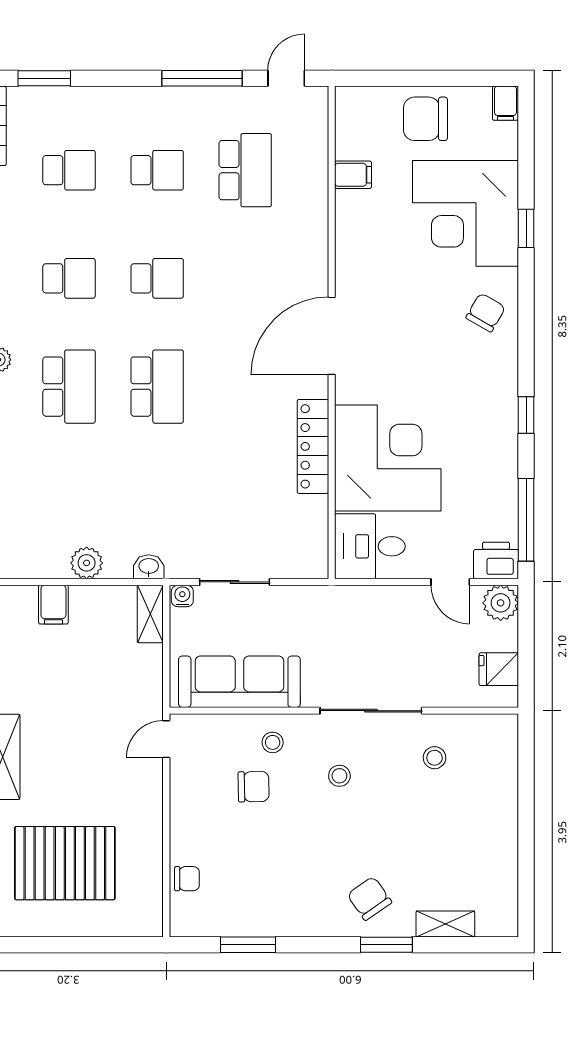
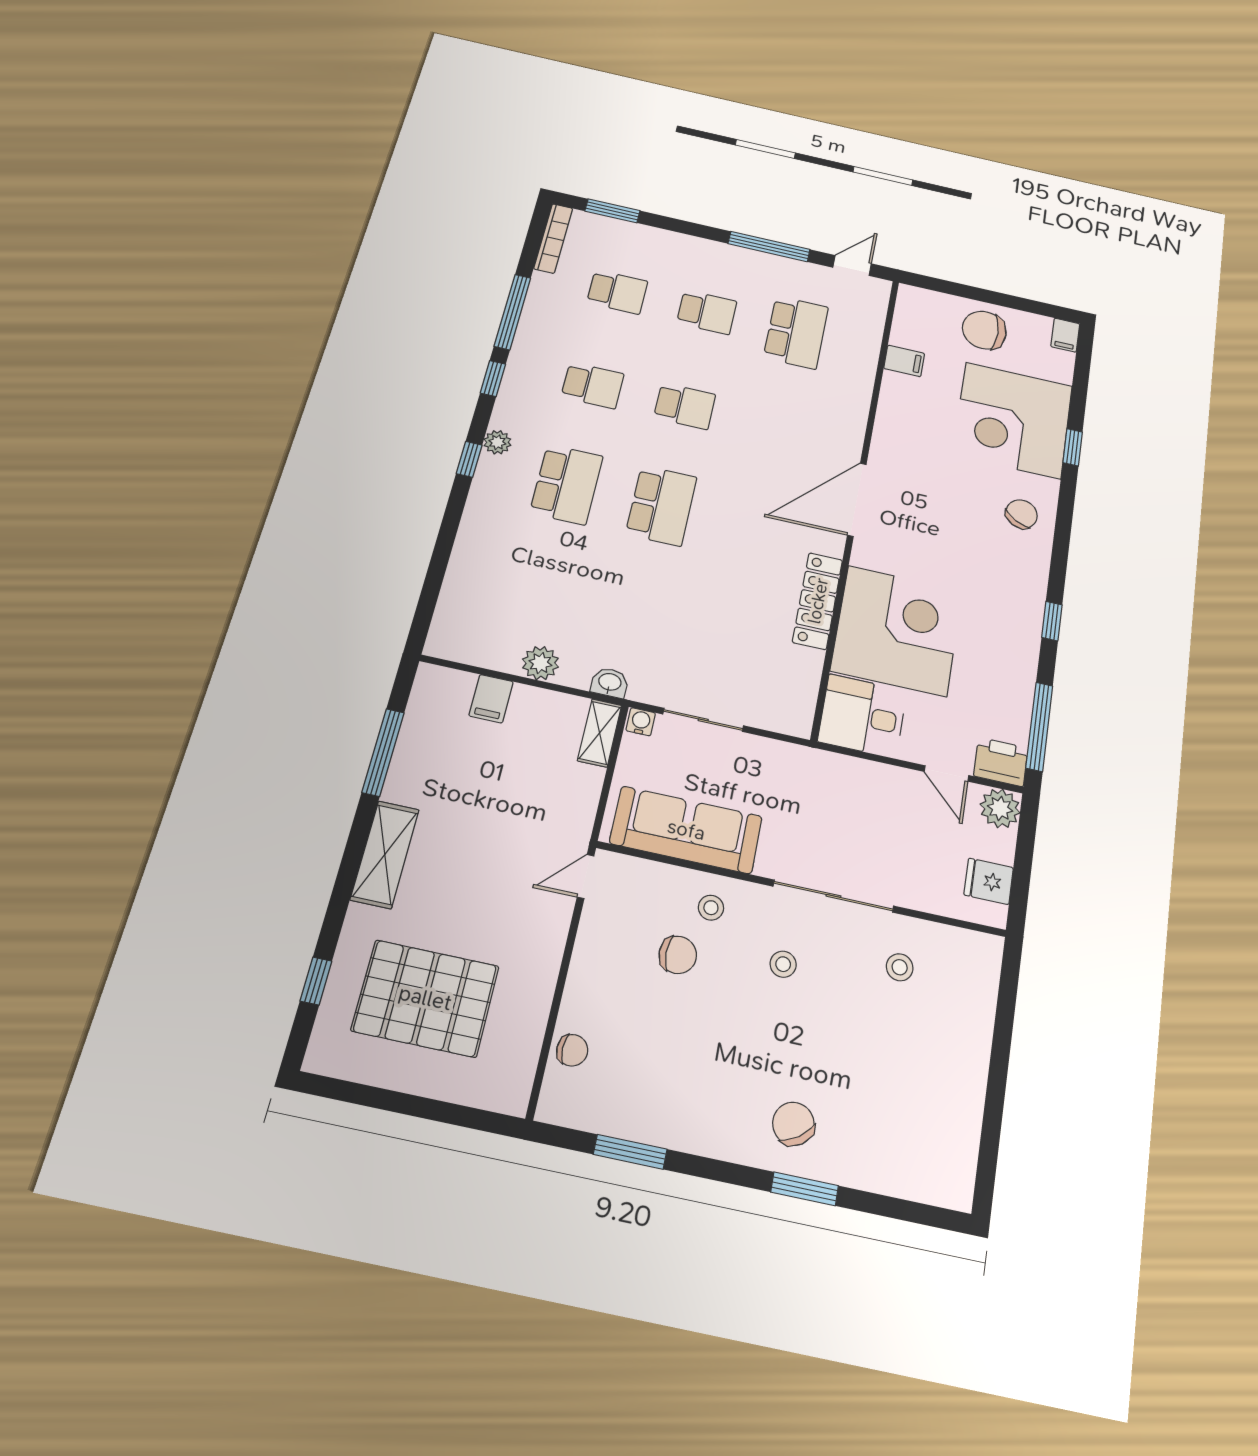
shelving: (445, 924) -> (883, 1177), removed

